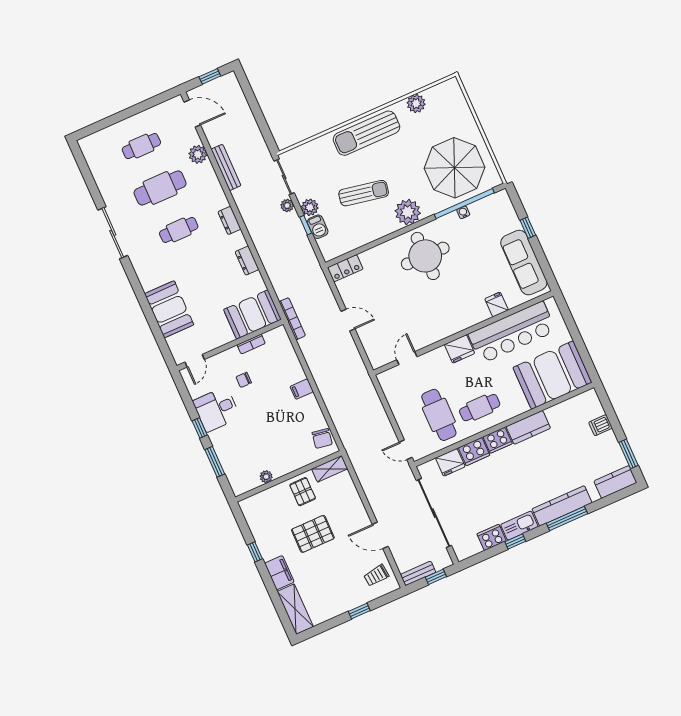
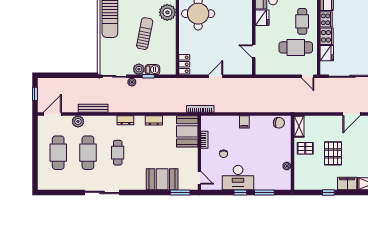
cafe table: (141, 146) -> (58, 153), width x1.37, depth x1.35
window: (162, 343) -> (180, 192), added
desk: (217, 409) -> (238, 178), width x1.37
door: (406, 450) -> (308, 76), hinge flipped

